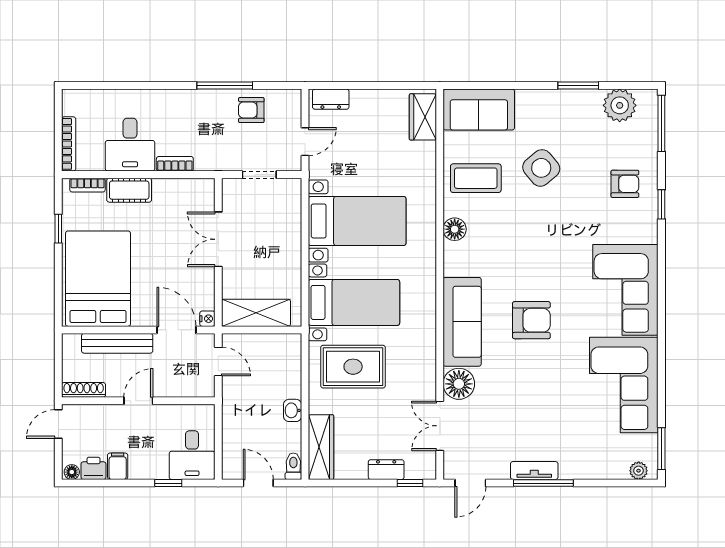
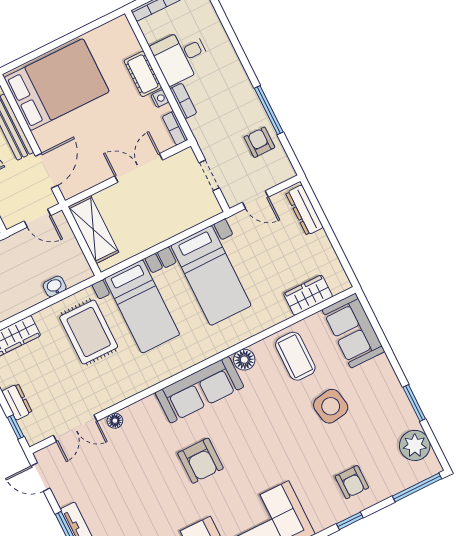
dresser: (331, 99) -> (304, 210), width x1.44
wardrobe: (423, 117) -> (308, 295), moved
side table: (541, 168) -> (331, 406), turned 30
bookcase: (88, 185) -> (175, 128), moved
window: (58, 229) -> (82, 31), removed
nightstand: (207, 319) -> (160, 99), moved, turned -90
sofa: (462, 322) -> (199, 390), moved
door: (218, 361) -> (37, 218), hinge flipped
floor lamp: (459, 384) -> (115, 421), width x0.53, depth x0.53
washbasin: (293, 410) -> (55, 286), moved
double door: (440, 426) -> (75, 428), swing flipped

